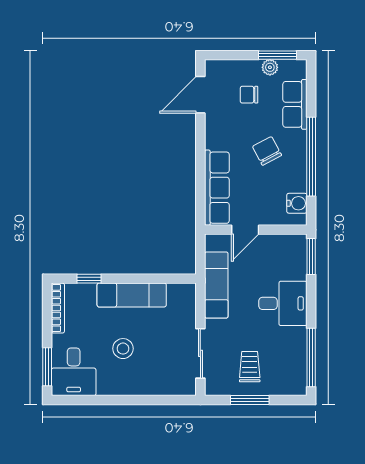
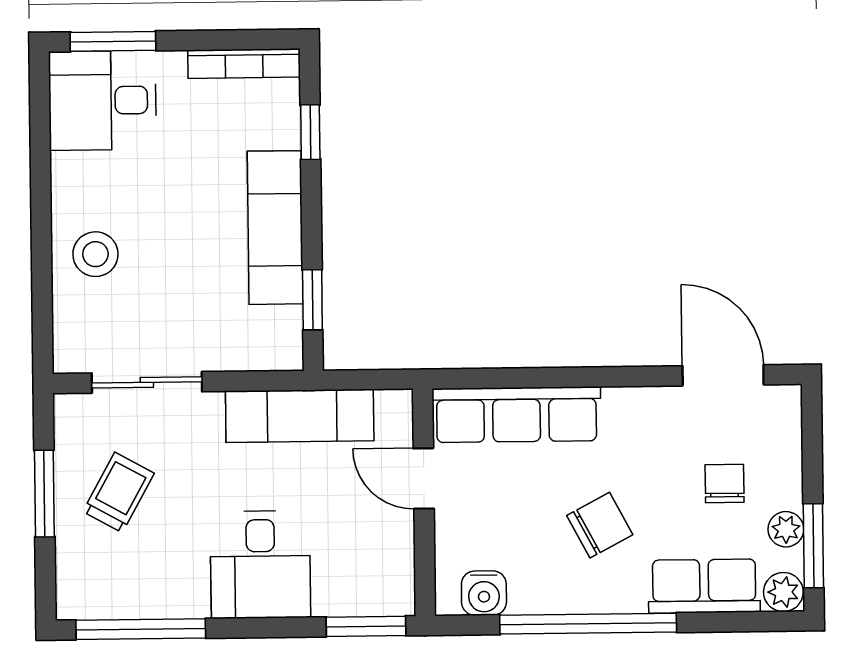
plant: (298, 69) -> (783, 592), added
window: (164, 279) -> (312, 300), added
stool: (123, 349) -> (95, 254), moved
trolley: (250, 367) -> (119, 492), turned -61

